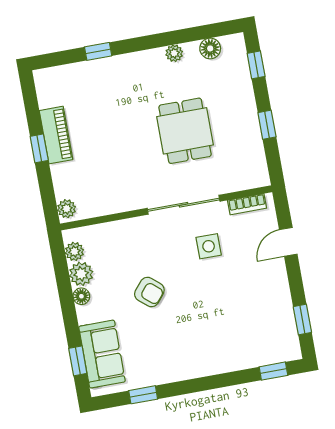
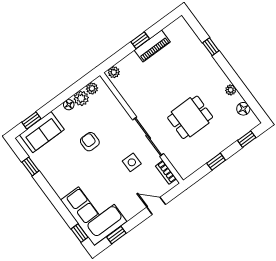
armchair: (149, 292) -> (90, 142), turned 140
corner sofa: (251, 335) -> (94, 211), added

